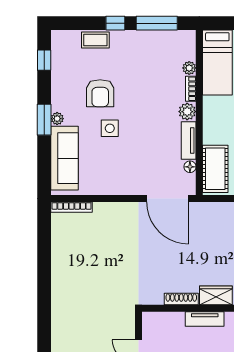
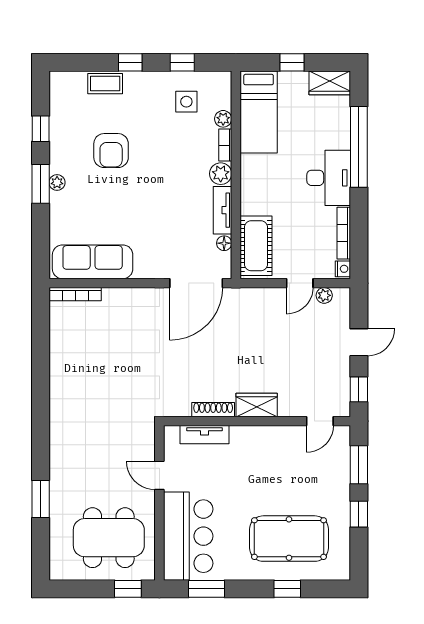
window: (157, 23) -> (182, 62), width x0.46
window: (44, 60) -> (41, 129), moved
side table: (110, 128) -> (186, 102), moved
sofa: (64, 158) -> (93, 262), moved, turned -90
door: (168, 199) -> (196, 283), hinge flipped
tv unit: (205, 319) -> (205, 435), moved

